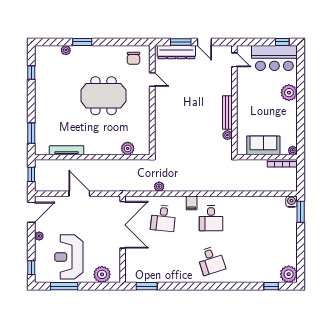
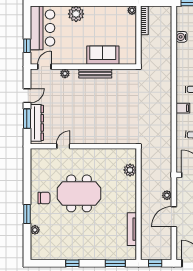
window: (282, 42) -> (27, 46), moved
chair: (133, 58) -> (44, 198), moved
window: (31, 73) -> (72, 263), moved
meeting table: (103, 96) -> (79, 193), turned 90
plant: (227, 135) -> (65, 73), moved
sofa: (263, 145) -> (103, 55), moved, turned 90
plant: (159, 187) -> (167, 195), moved
water cooler: (292, 202) -> (182, 37), moved

